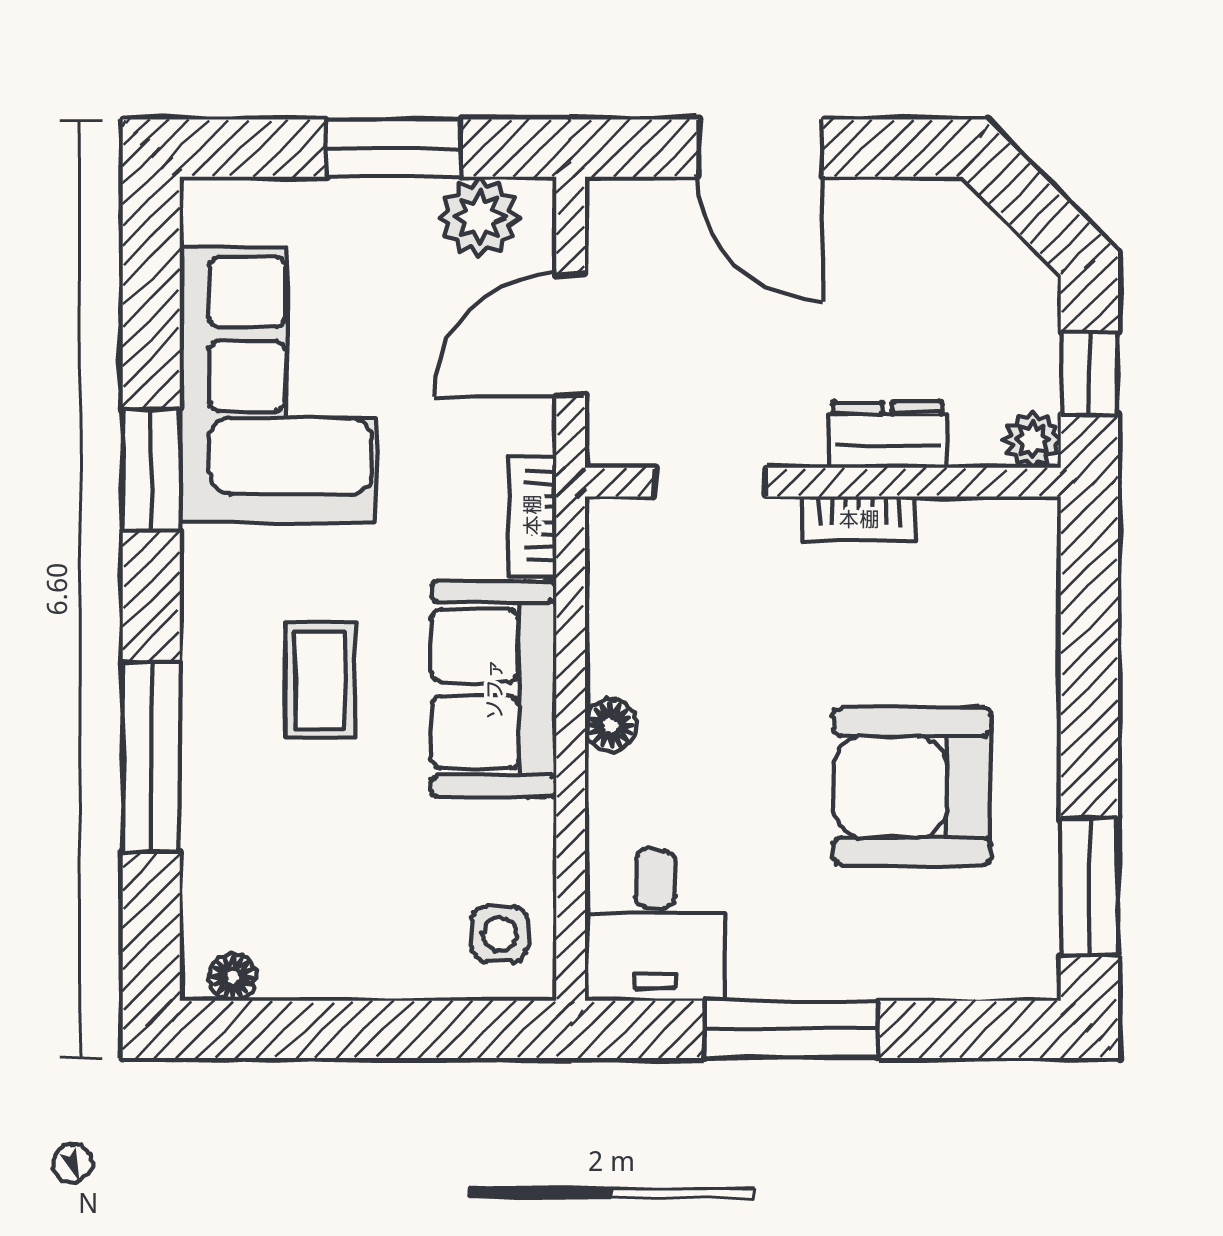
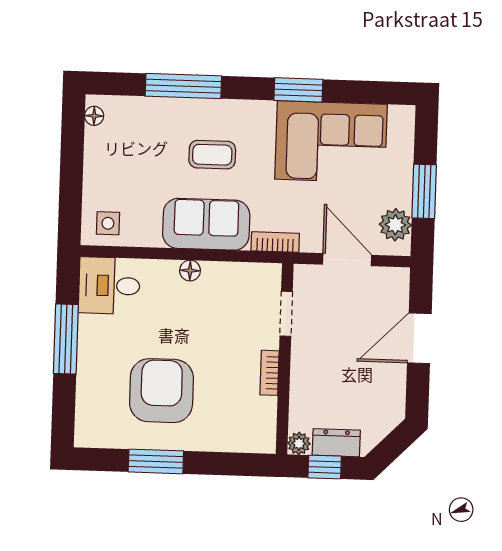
dresser: (888, 435) -> (336, 443), moved, turned -90
window: (1089, 887) -> (156, 461), moved

